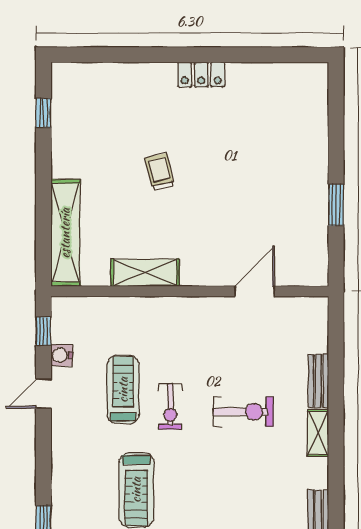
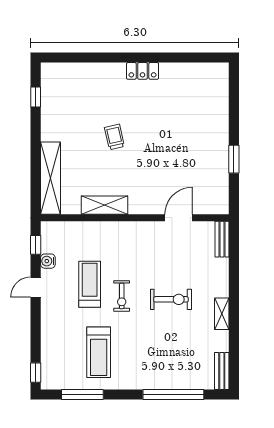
bench: (318, 381) -> (222, 239), moved

